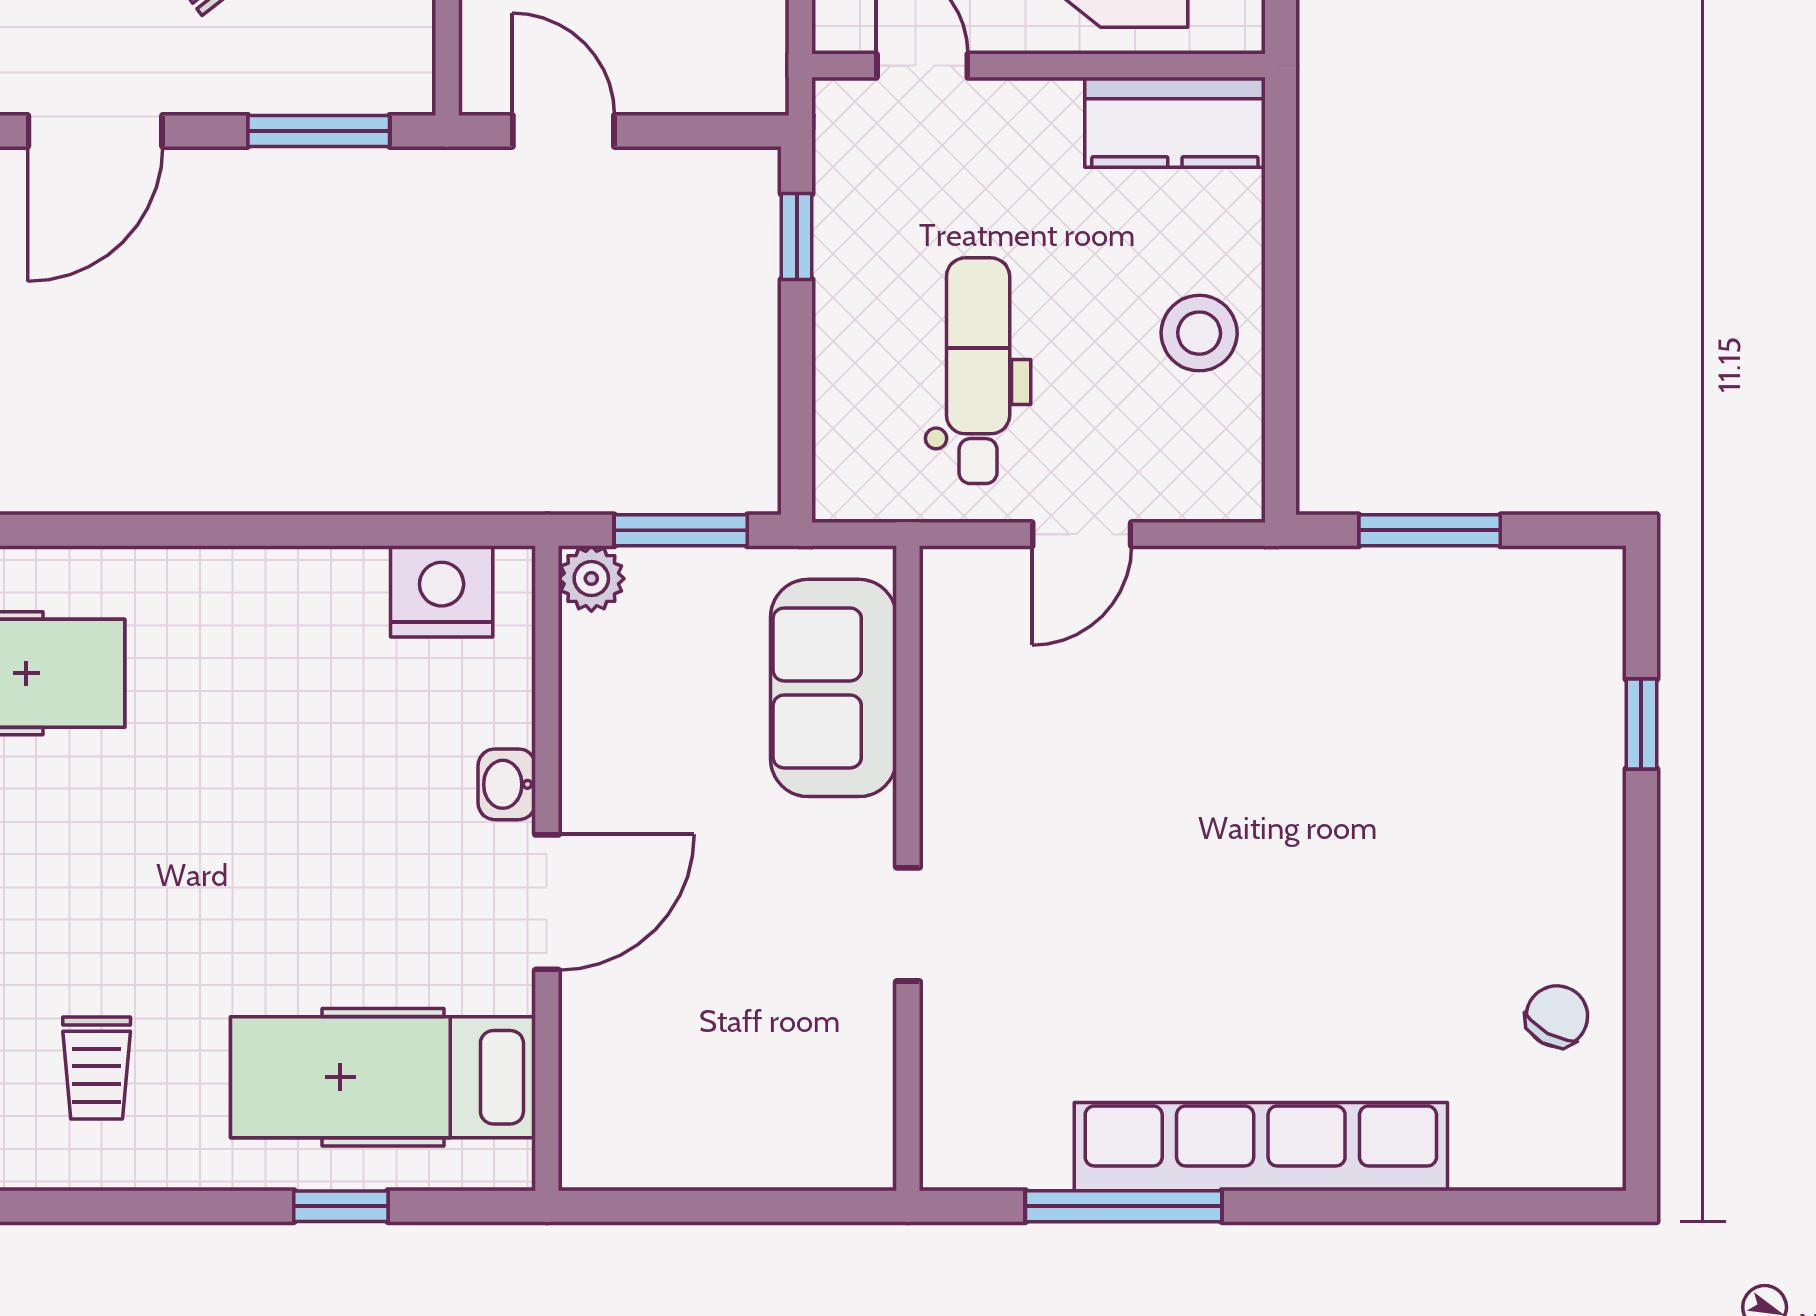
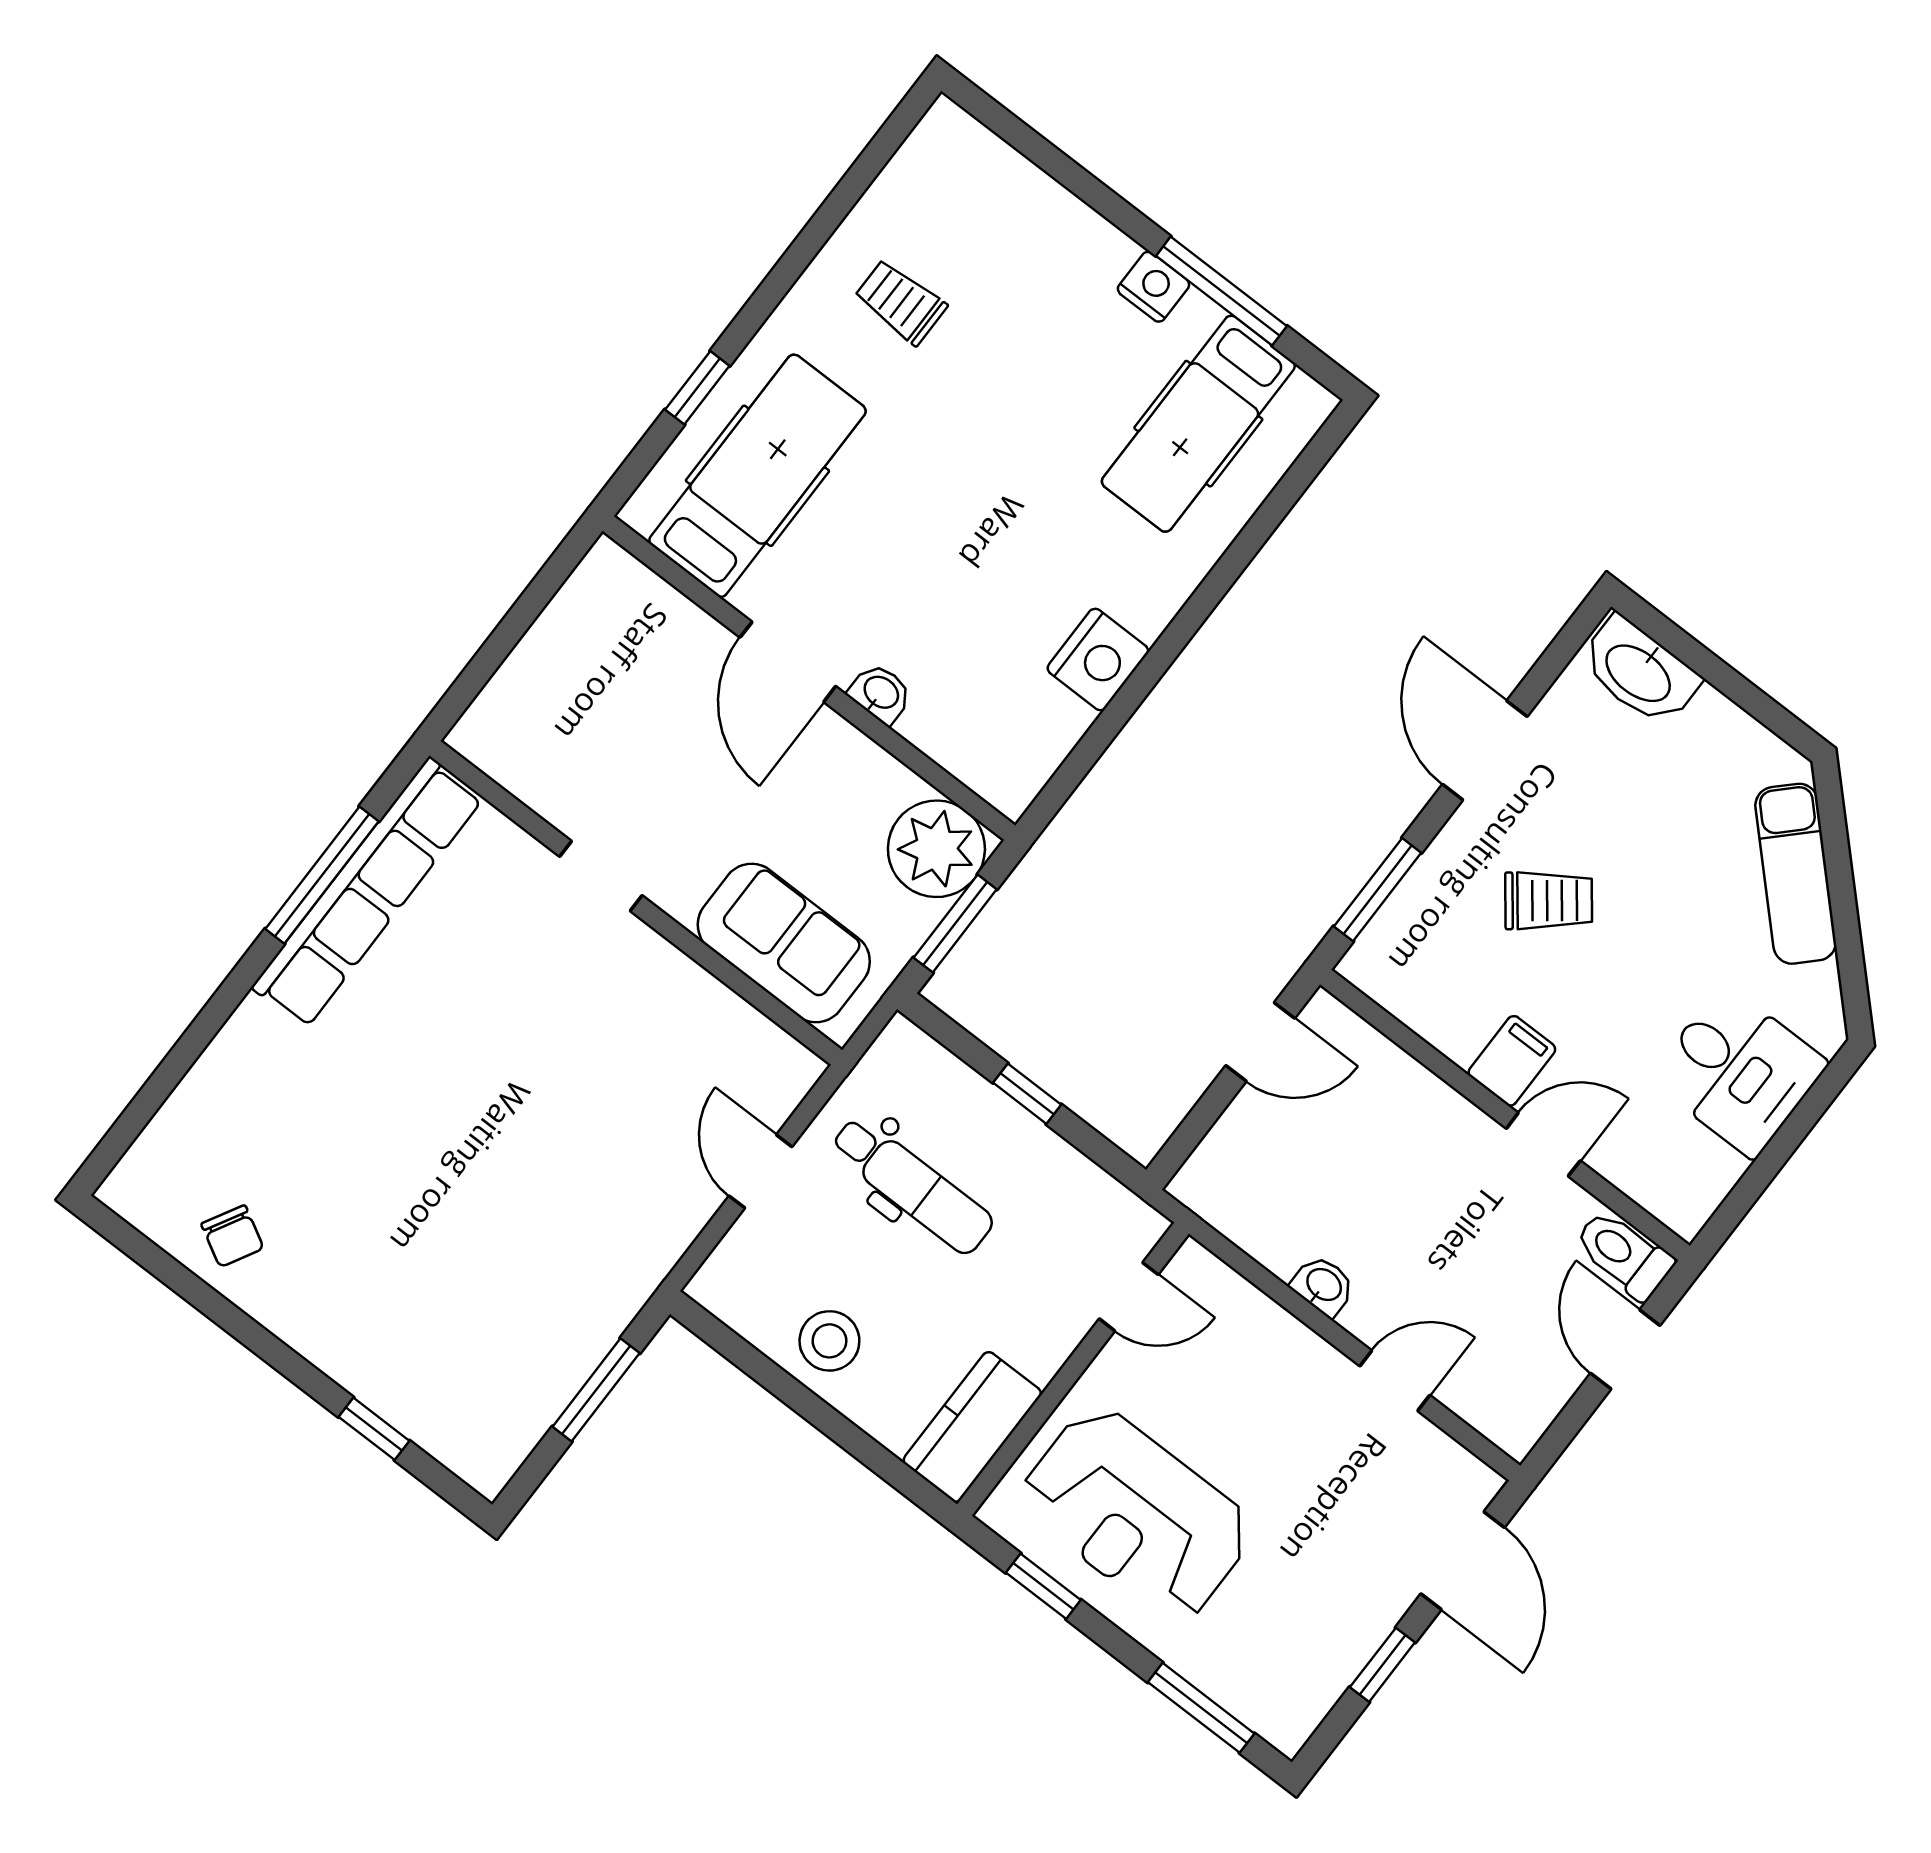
window: (797, 237) -> (1027, 1094), moved
plant: (591, 579) -> (936, 849), width x1.88, depth x1.88
nightstand: (442, 591) -> (1098, 660), moved
row of seats: (1261, 1147) -> (367, 893), moved

